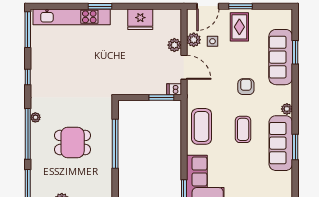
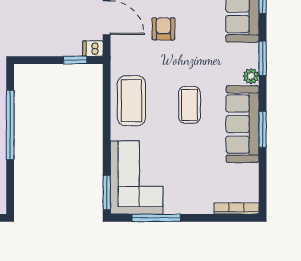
armchair: (246, 87) -> (163, 29), moved
window: (295, 96) -> (263, 58), added
window: (161, 98) -> (75, 60), width x0.67

